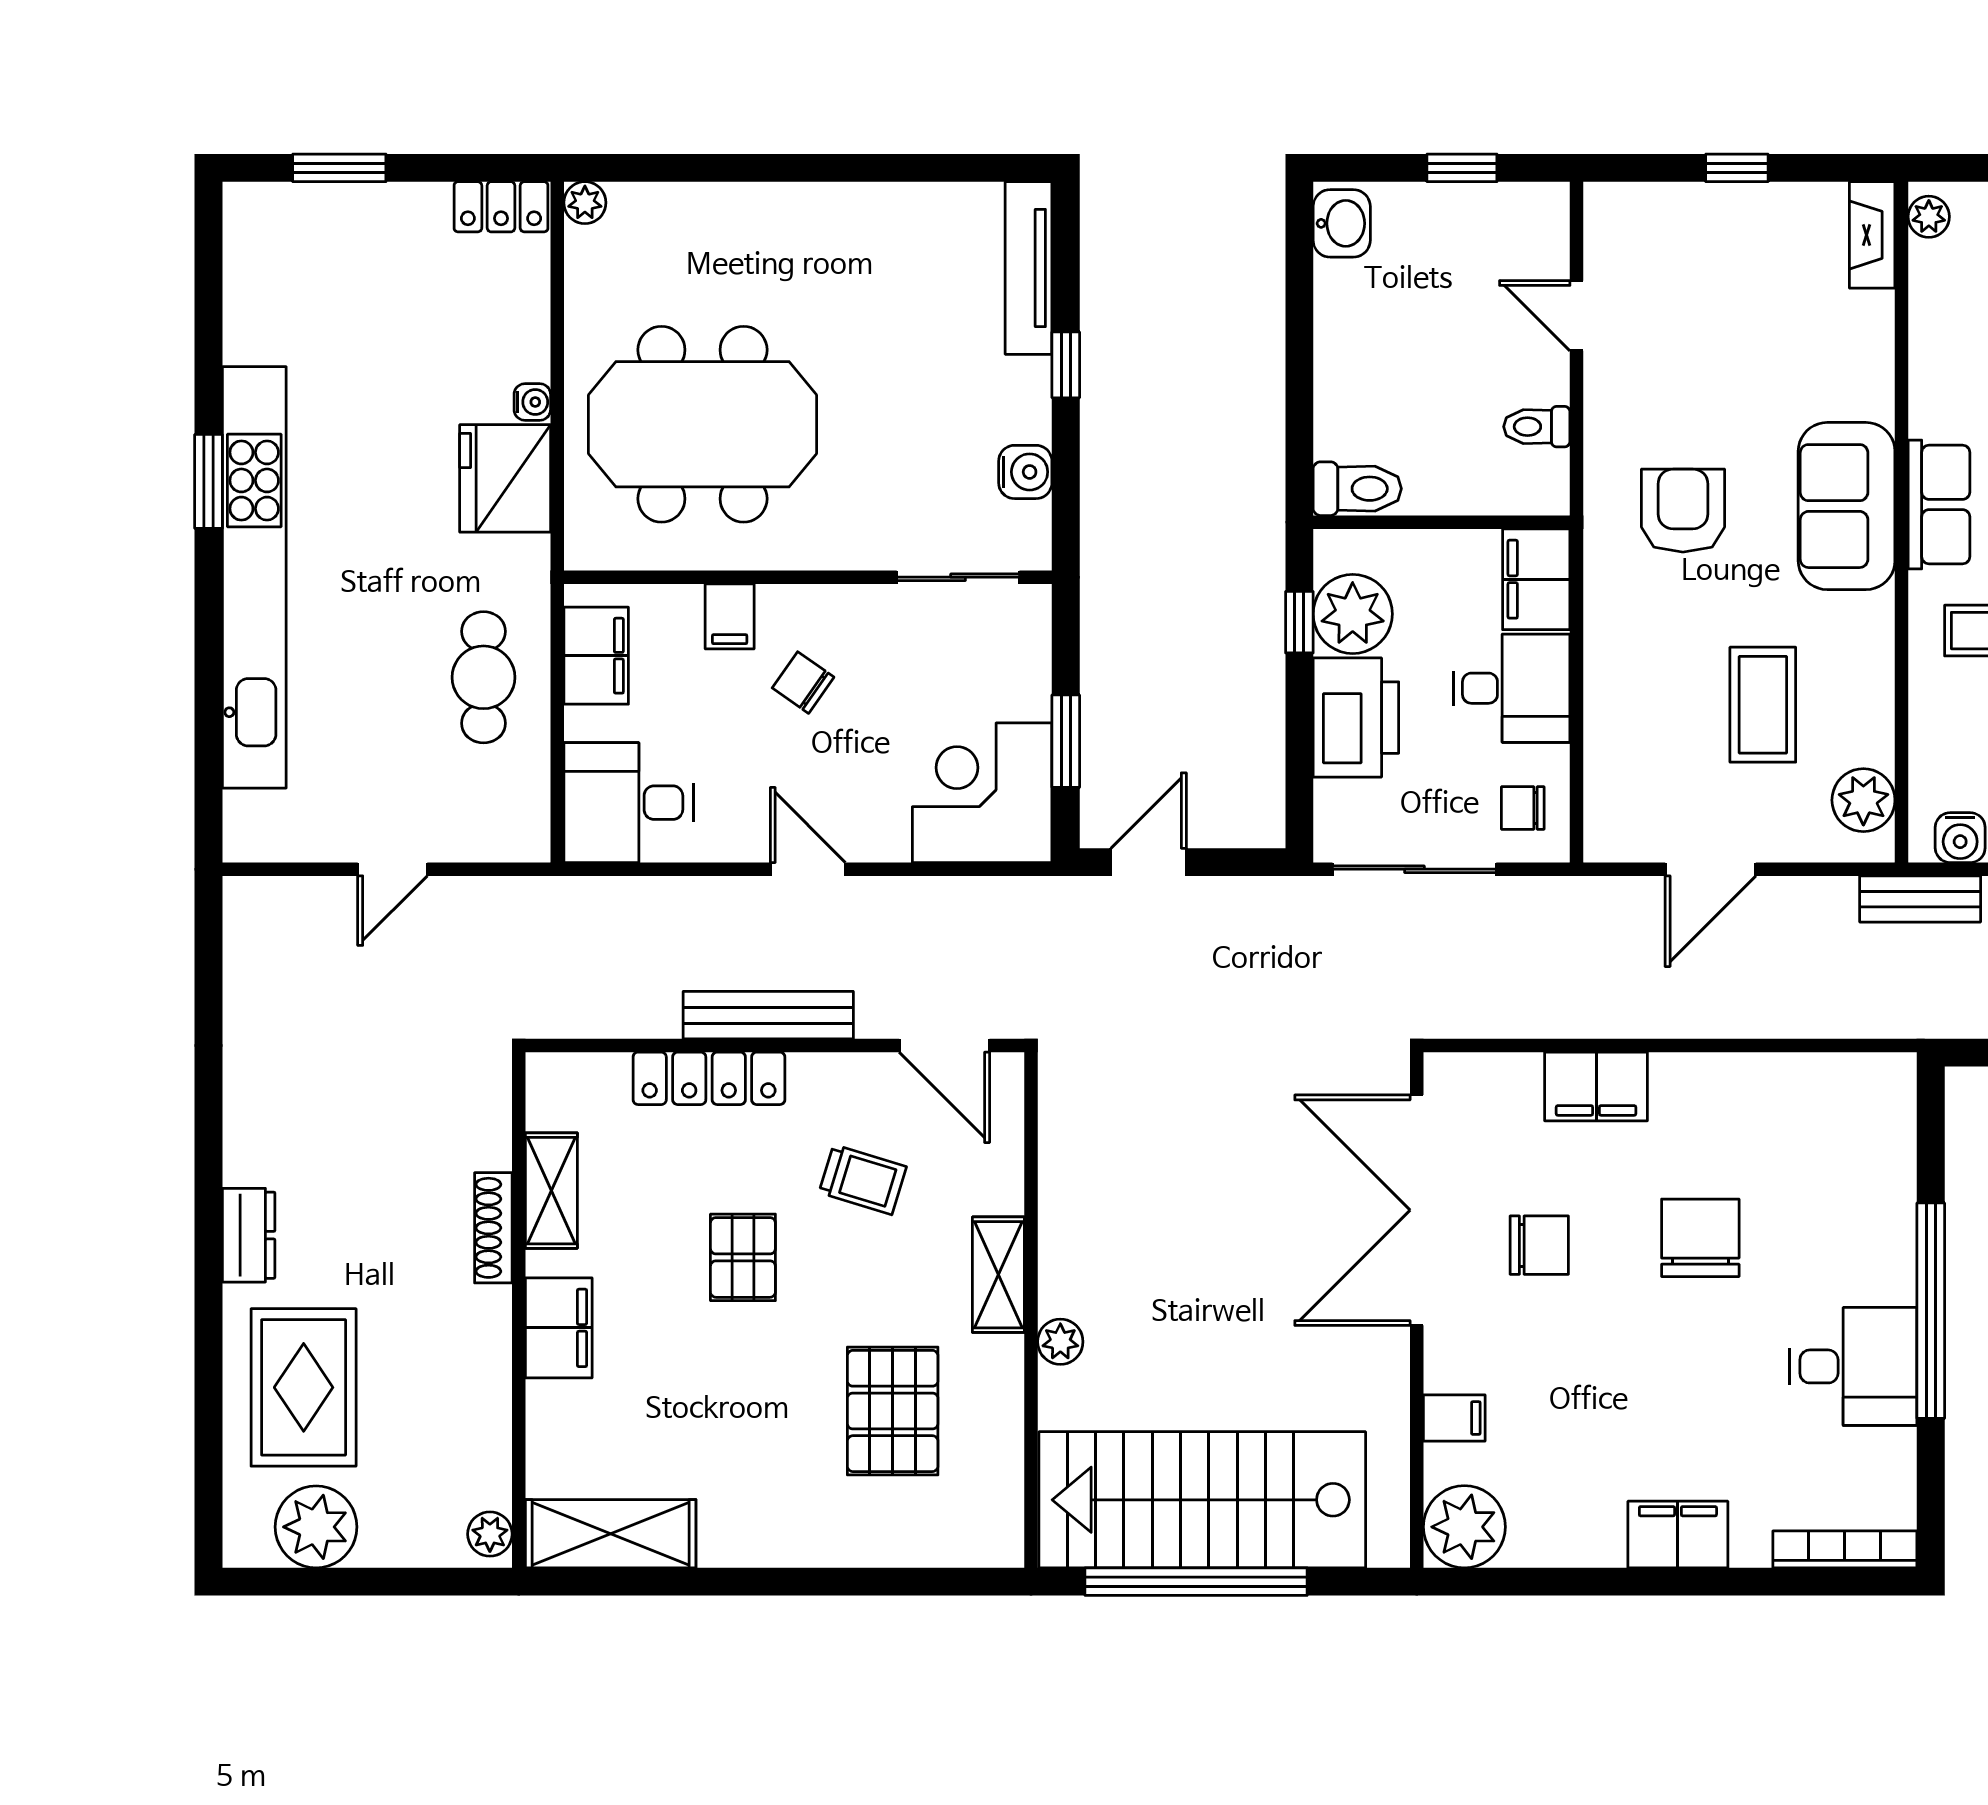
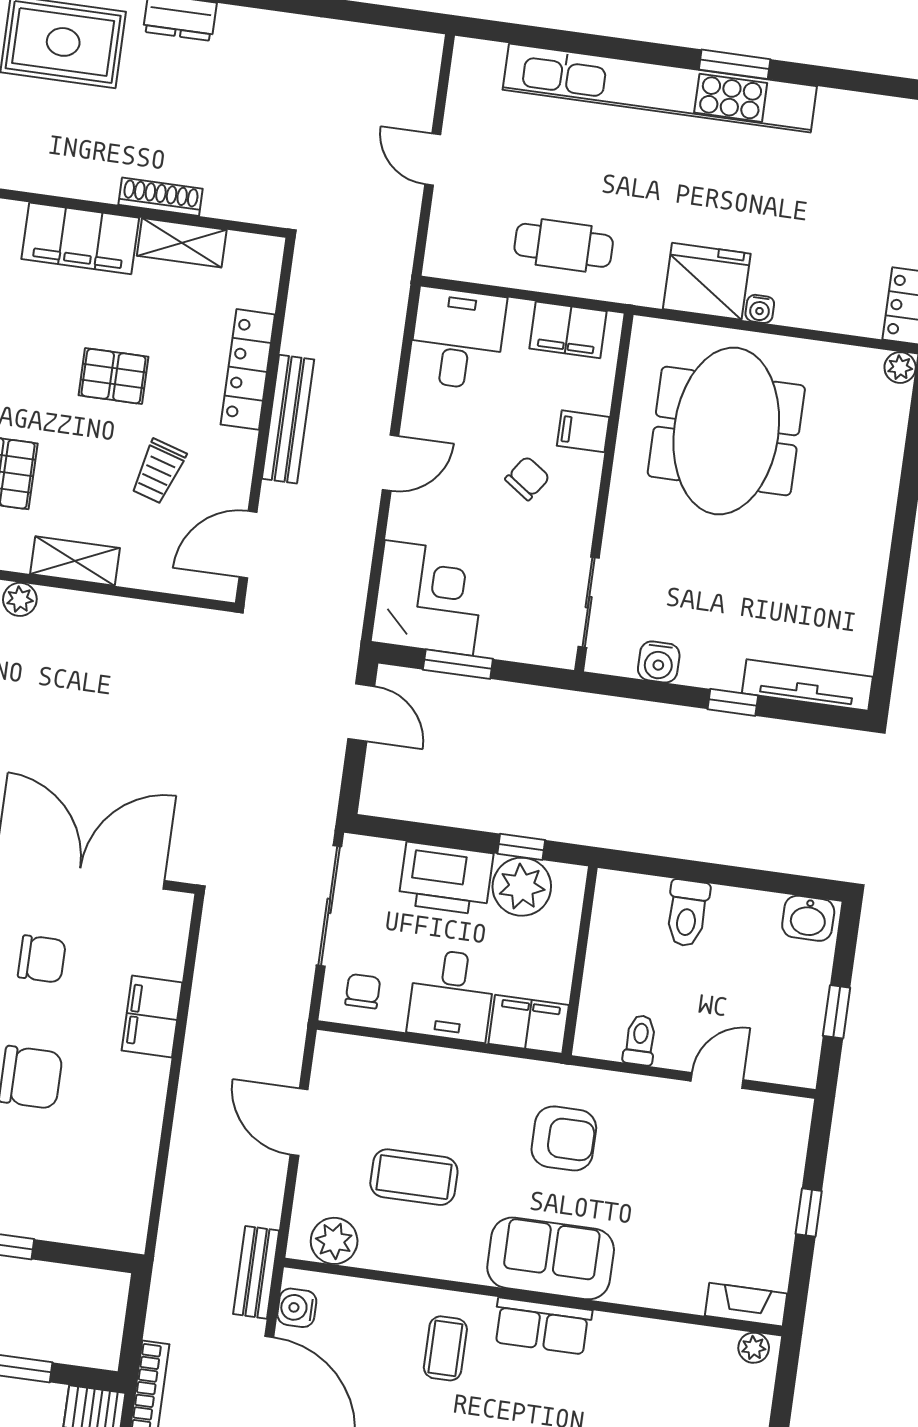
toilet: (1357, 489) -> (687, 913), moved
chair: (1539, 1245) -> (42, 959), turned -90
filing cabinet: (559, 1328) -> (80, 238), width x1.50, depth x1.17

